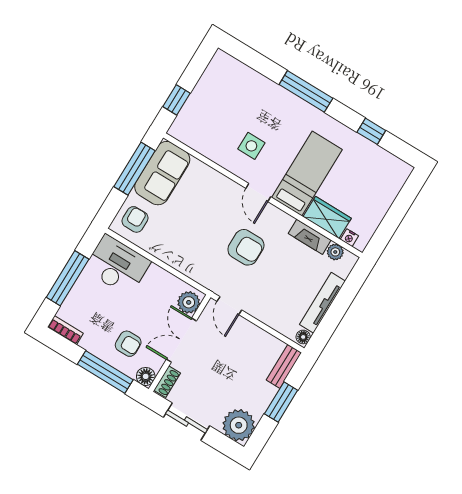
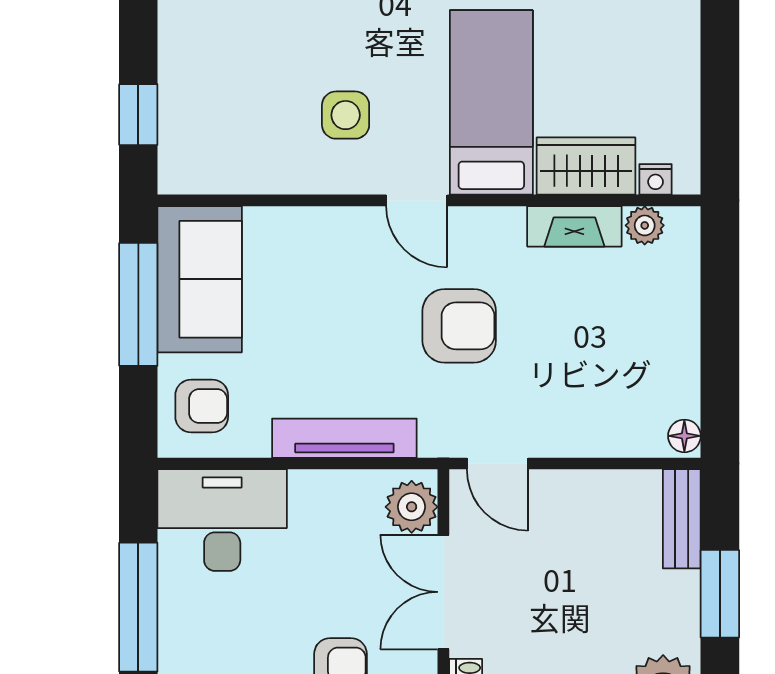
armchair: (135, 219) -> (202, 406), turned 90
tv unit: (322, 303) -> (344, 438), moved, turned 90

